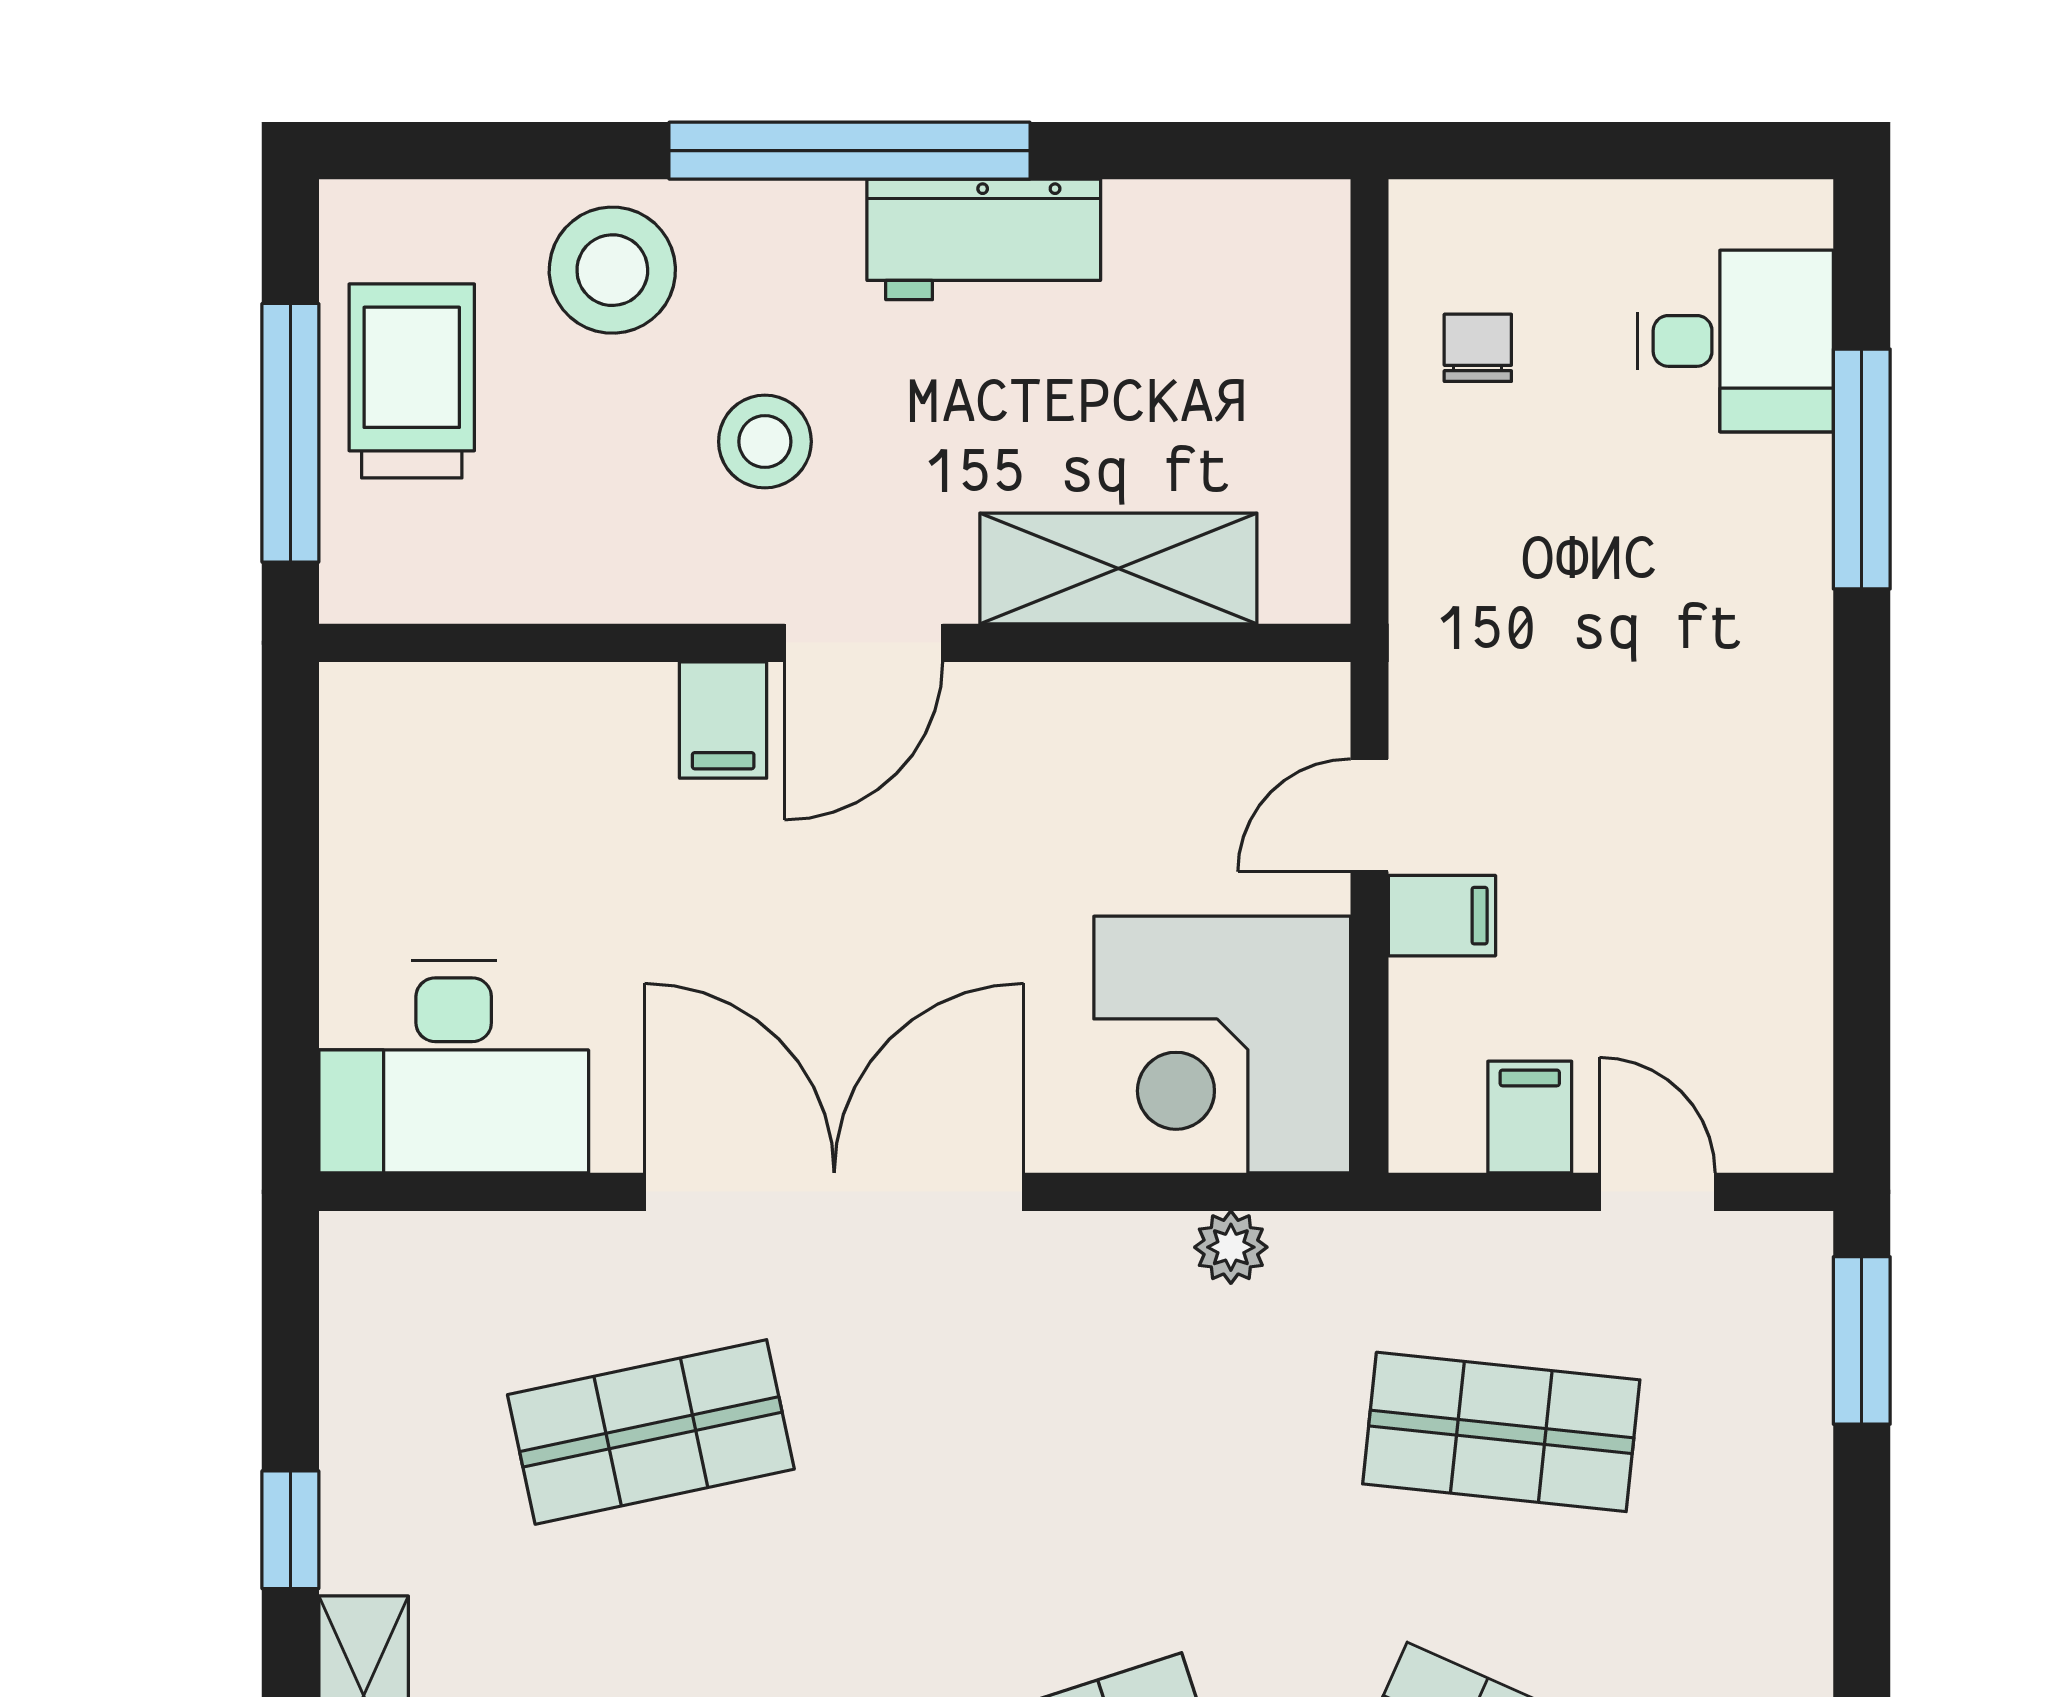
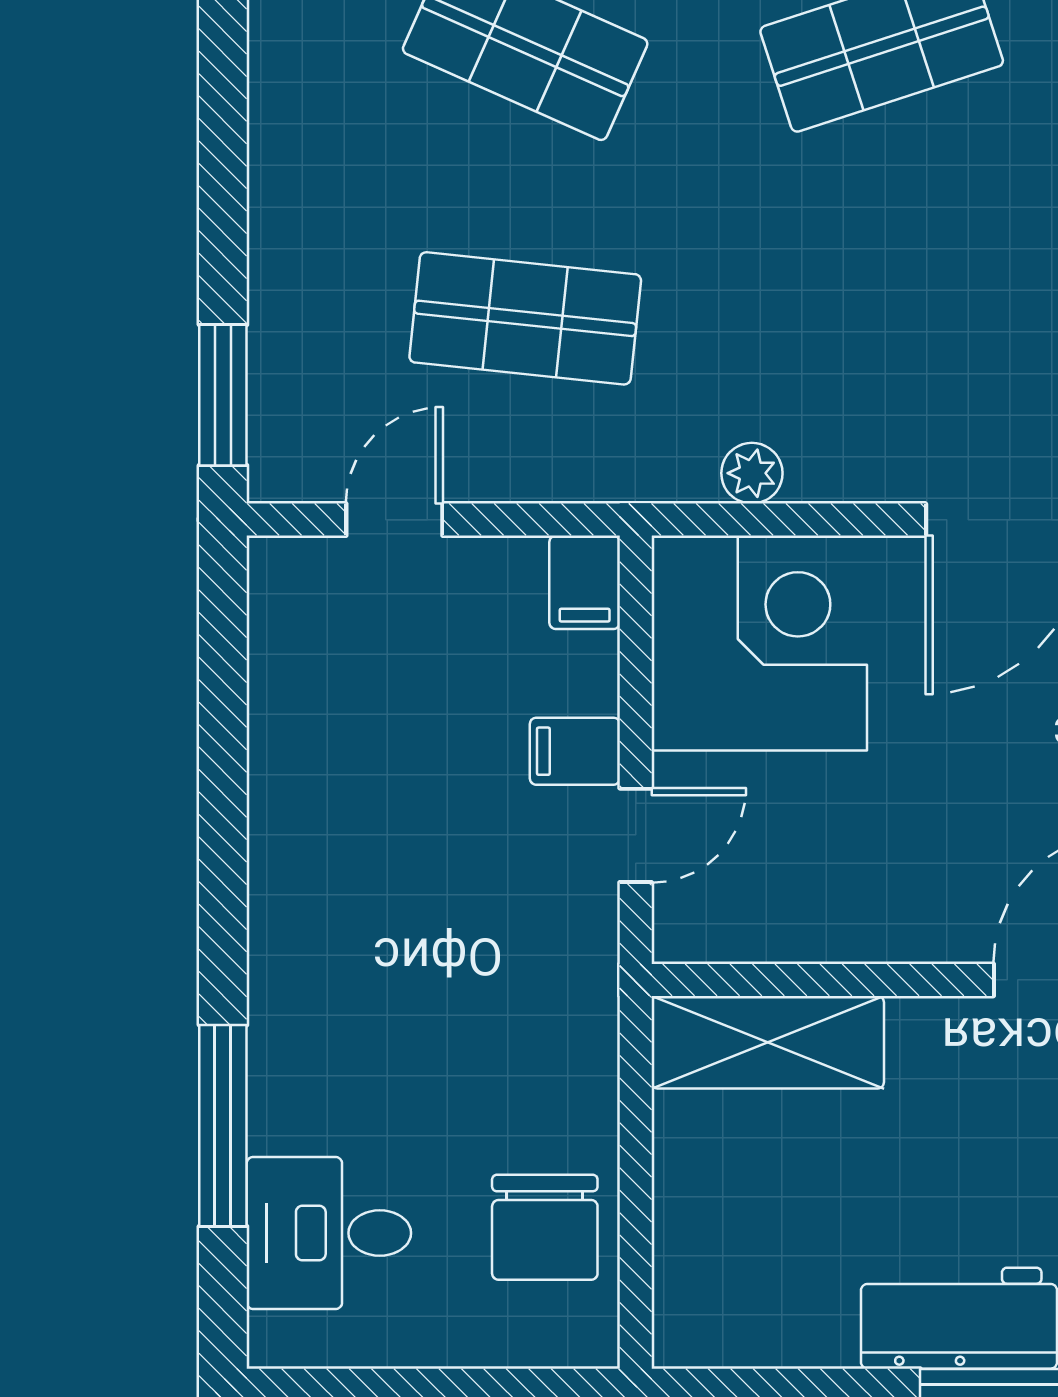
chair: (1478, 348) -> (545, 1227), width x1.87, depth x1.87
shelving: (1118, 569) -> (768, 1042), moved
filing cabinet: (1530, 1117) -> (585, 582), moved
door: (1657, 1192) -> (394, 520), swing flipped

